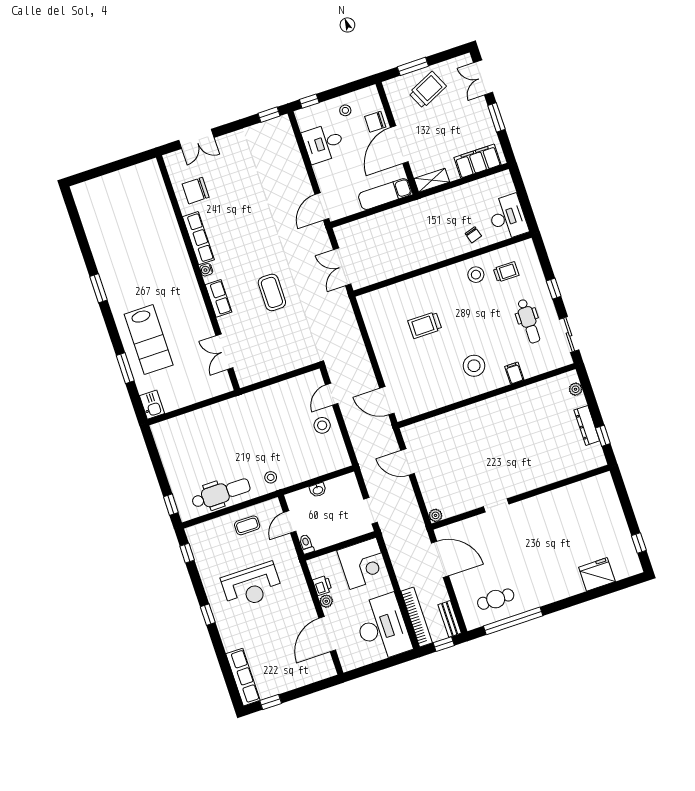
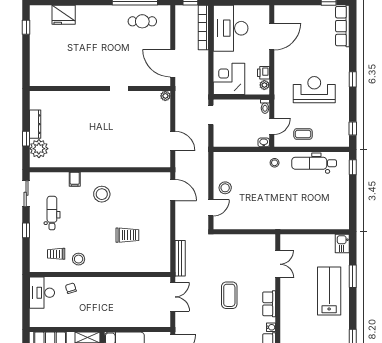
plant: (576, 389) -> (39, 149), width x1.87, depth x1.87
window: (603, 436) -> (26, 139), moved
washbasin: (318, 490) -> (264, 142), moved
plant: (326, 601) -> (264, 85), moved
bench: (450, 619) -> (180, 258), moved, width x1.36

